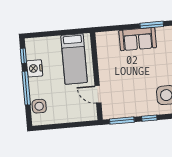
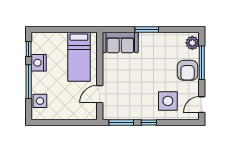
window: (152, 25) -> (147, 29), moved
sofa: (138, 39) -> (120, 42), moved
door: (98, 94) -> (100, 94), hinge flipped

